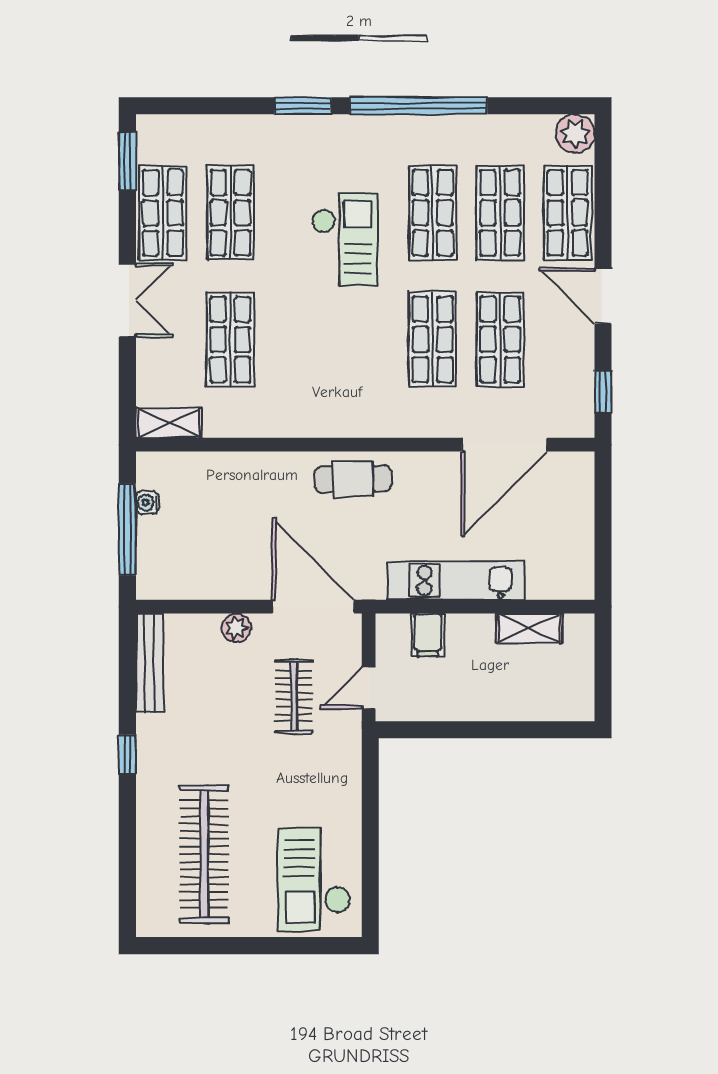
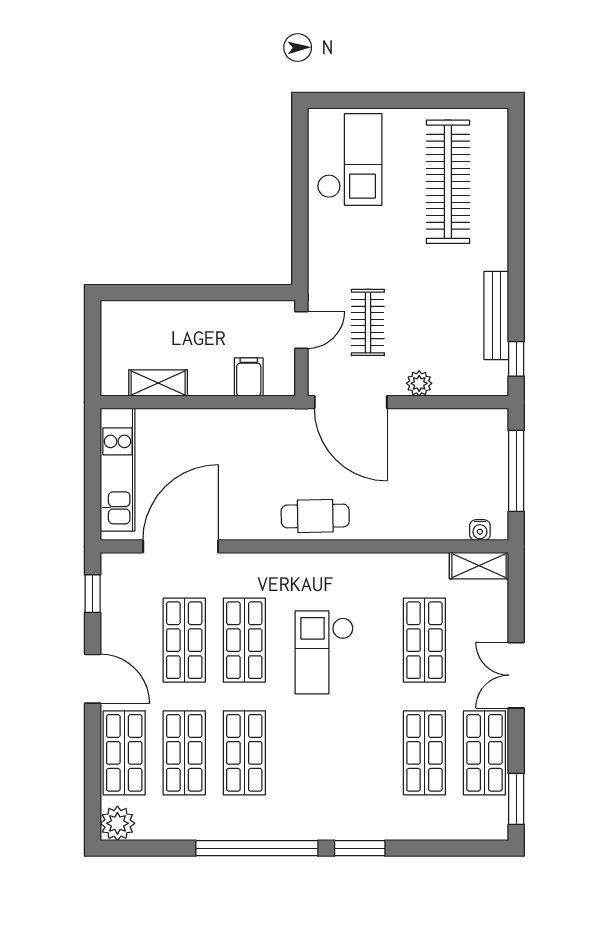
checkout: (345, 240) -> (324, 652), moved
water cooler: (147, 503) -> (480, 530), moved, turned 90
kitchen unit: (456, 580) -> (117, 470), moved, turned -90
bench: (150, 663) -> (496, 316), moved
window: (127, 754) -> (516, 359), moved

